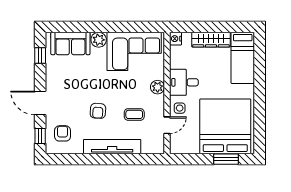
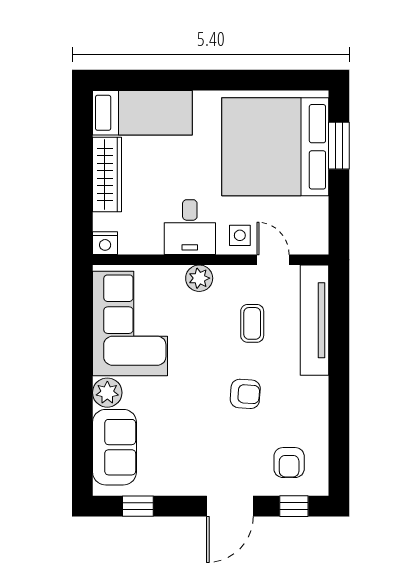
armchair: (63, 133) -> (289, 463), turned -90
tv unit: (112, 147) -> (315, 320), moved

